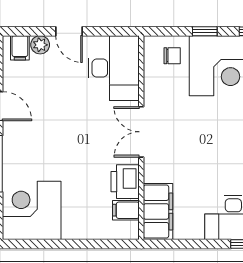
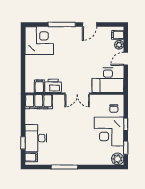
double door: (141, 132) -> (77, 94), swing flipped

